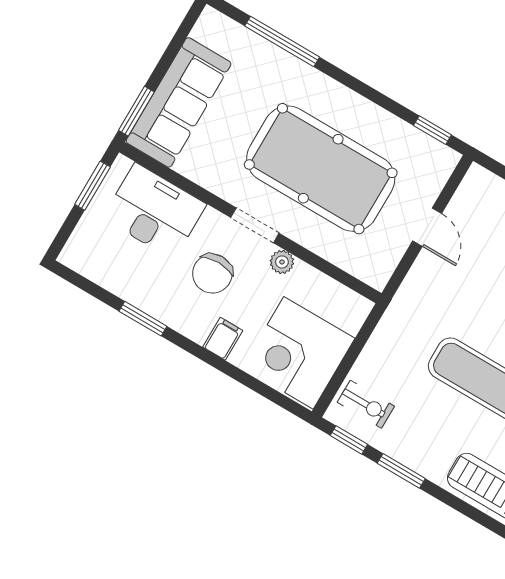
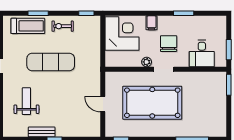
sofa: (179, 102) -> (216, 97), removed
desk: (154, 211) -> (202, 53), width x0.73
exercise bike: (366, 404) -> (63, 26), moved
window: (401, 471) -> (38, 13), moved

